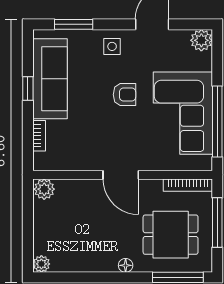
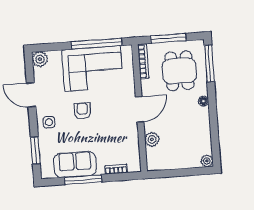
sofa: (50, 79) -> (75, 164), width x0.73
window: (28, 89) -> (83, 180), width x2.17
plant: (44, 189) -> (152, 139), moved

